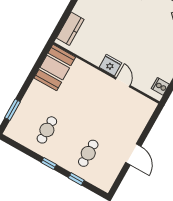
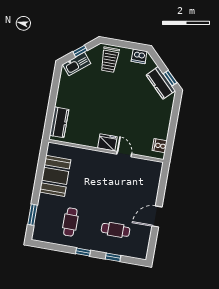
booth: (55, 68) -> (55, 176), moved
cafe table: (88, 153) -> (116, 230), turned 90
door: (133, 154) -> (157, 216), swing flipped

